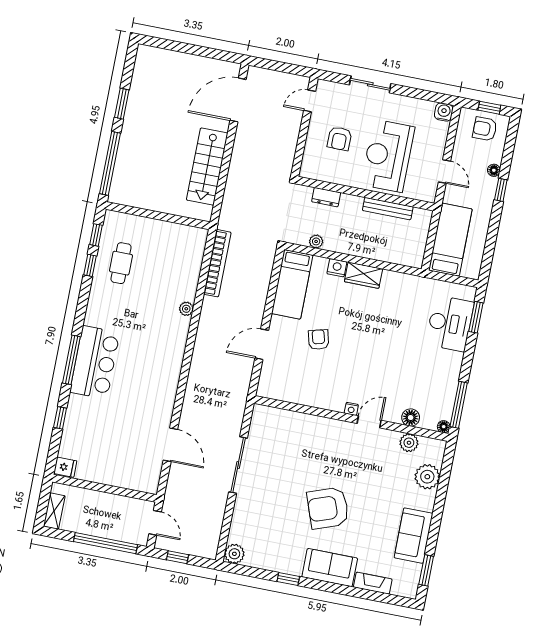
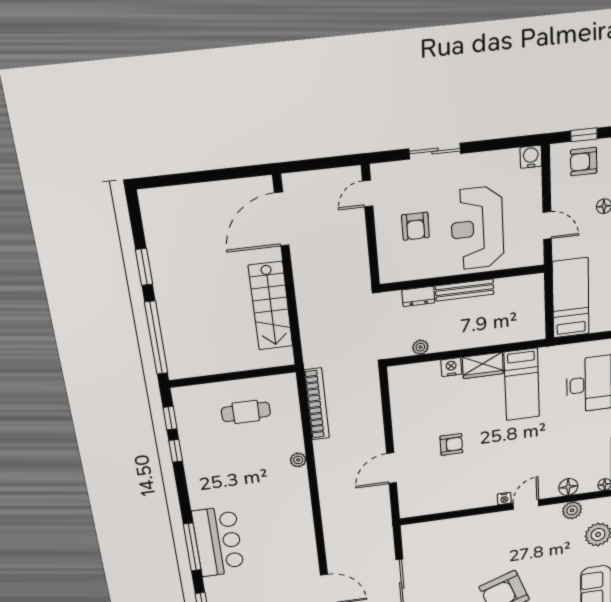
bench: (388, 209) -> (465, 290), moved
cafe table: (121, 263) -> (246, 412), moved, turned 90
bed: (292, 284) -> (522, 385), moved
armchair: (319, 340) -> (451, 445), turned 105

